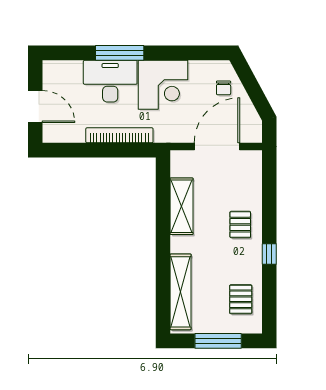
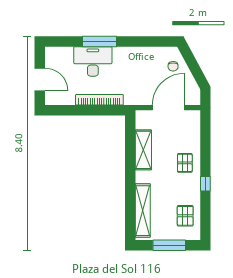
corner desk: (163, 85) -> (130, 64), removed

